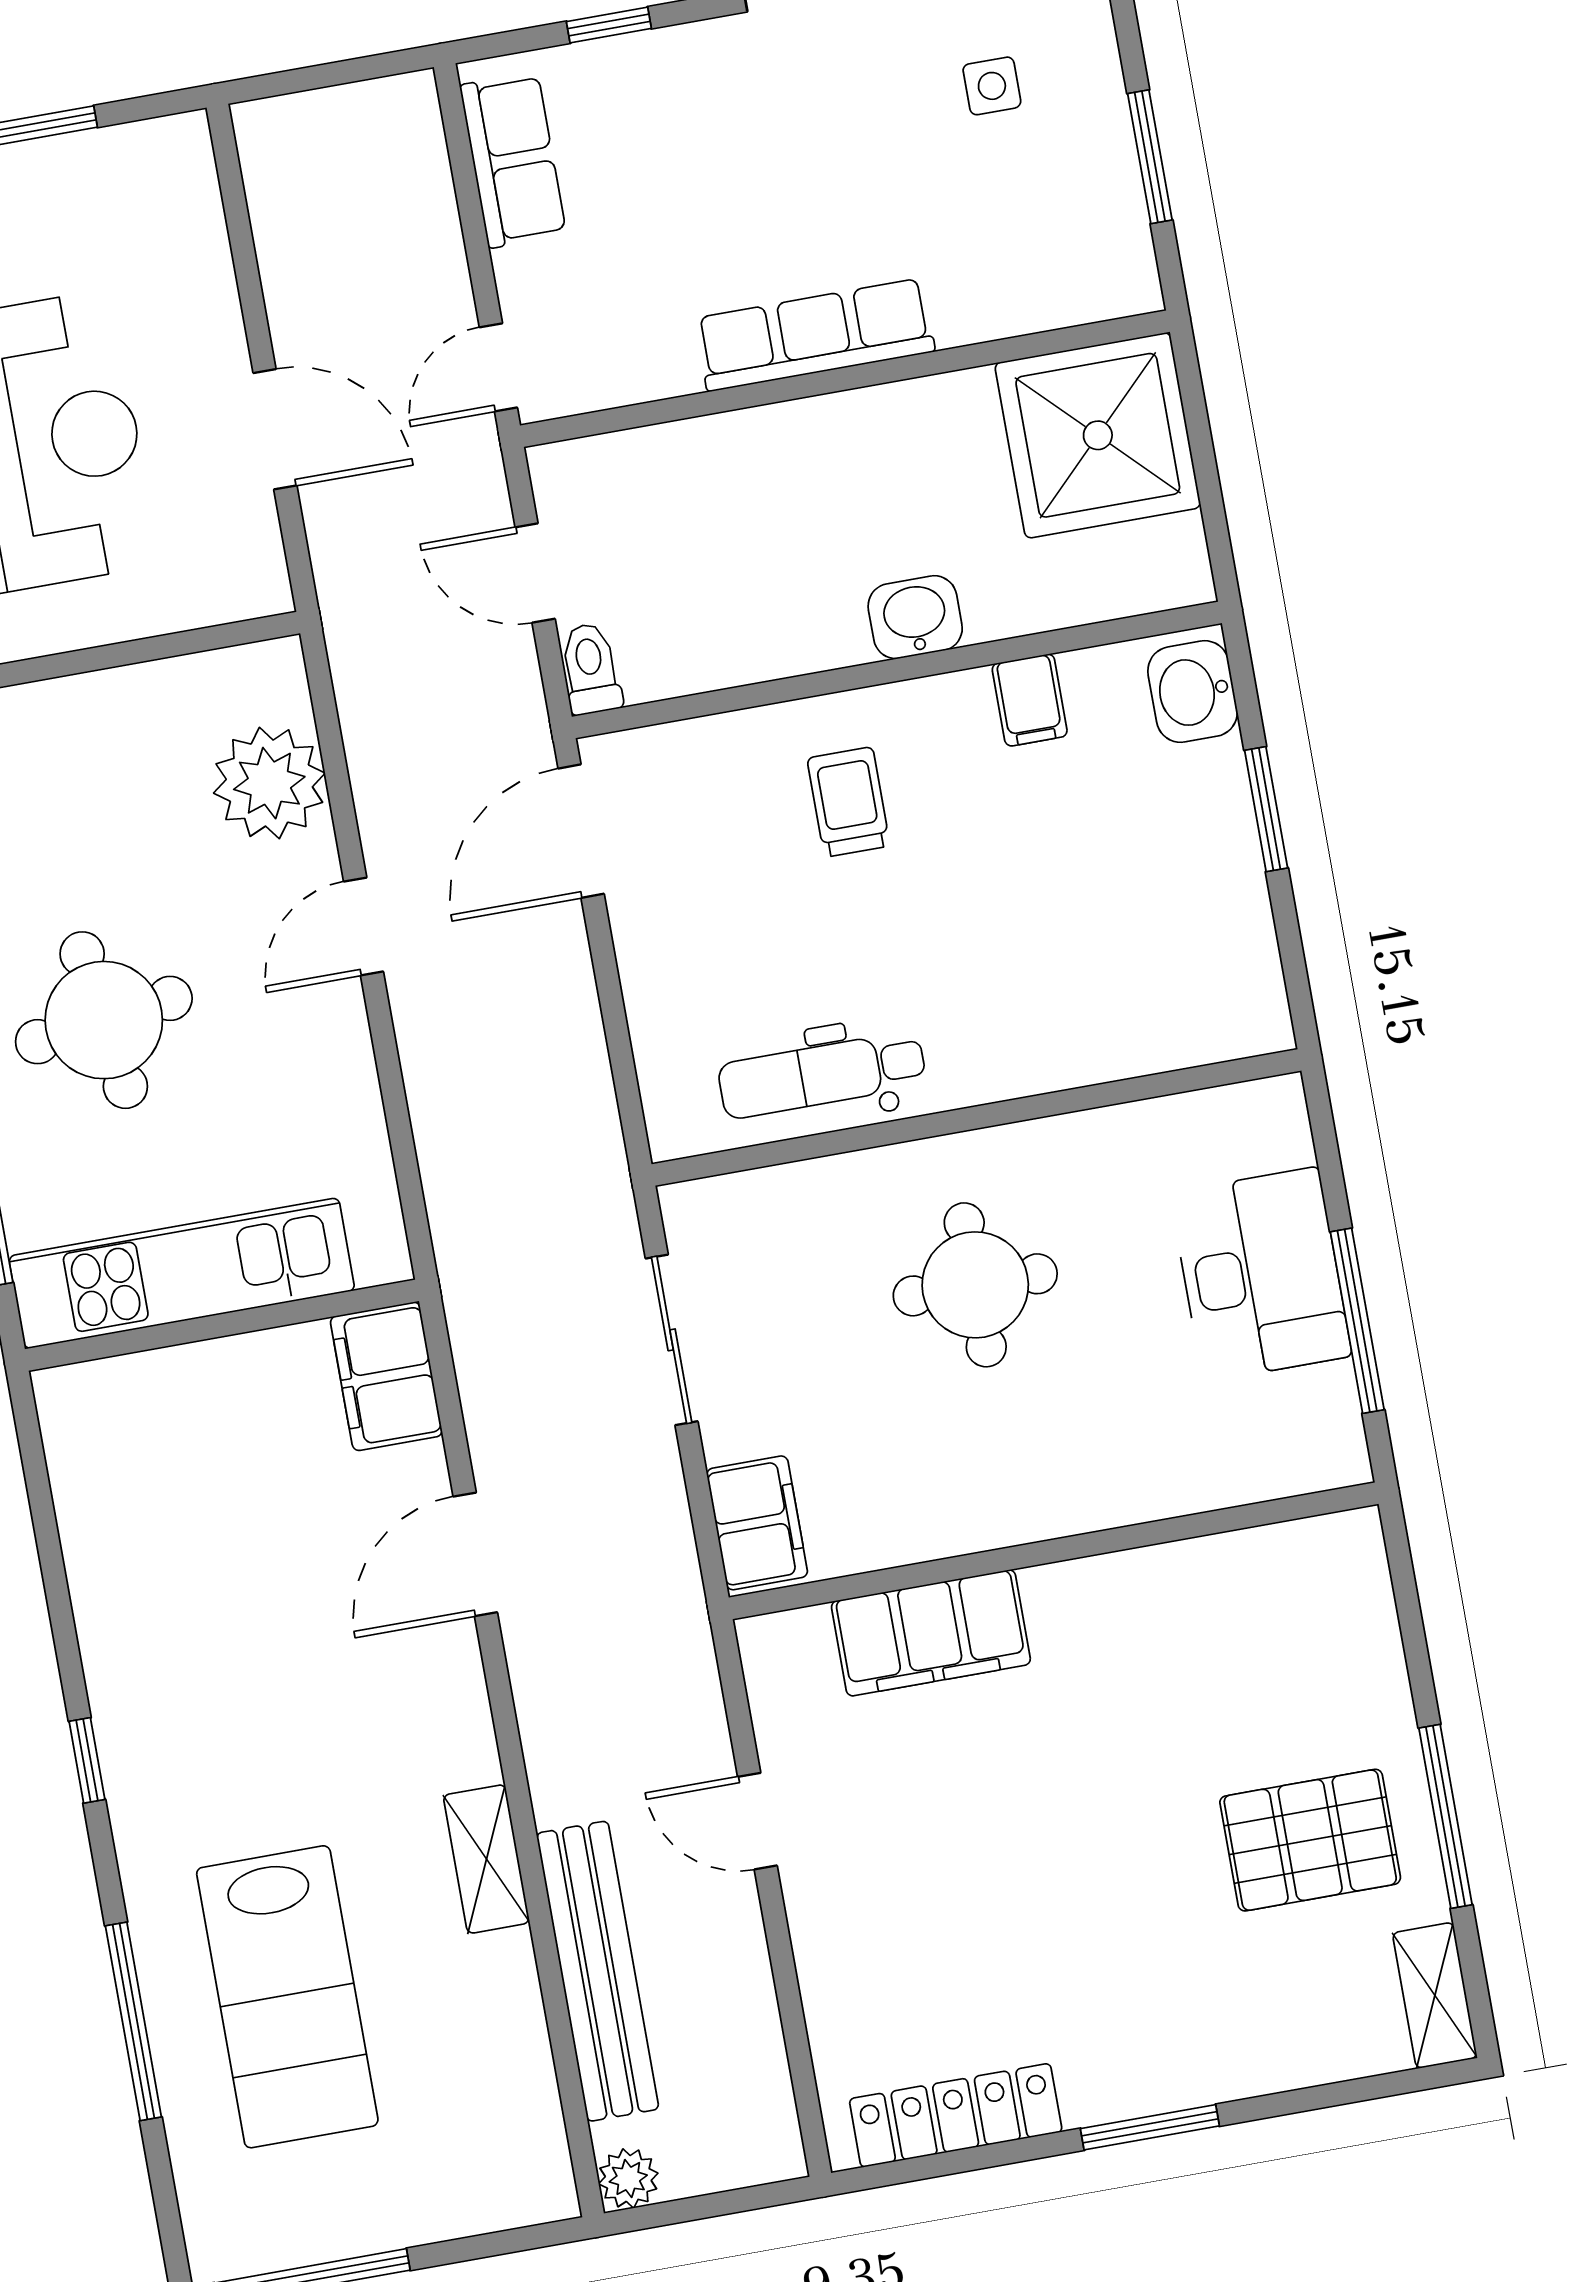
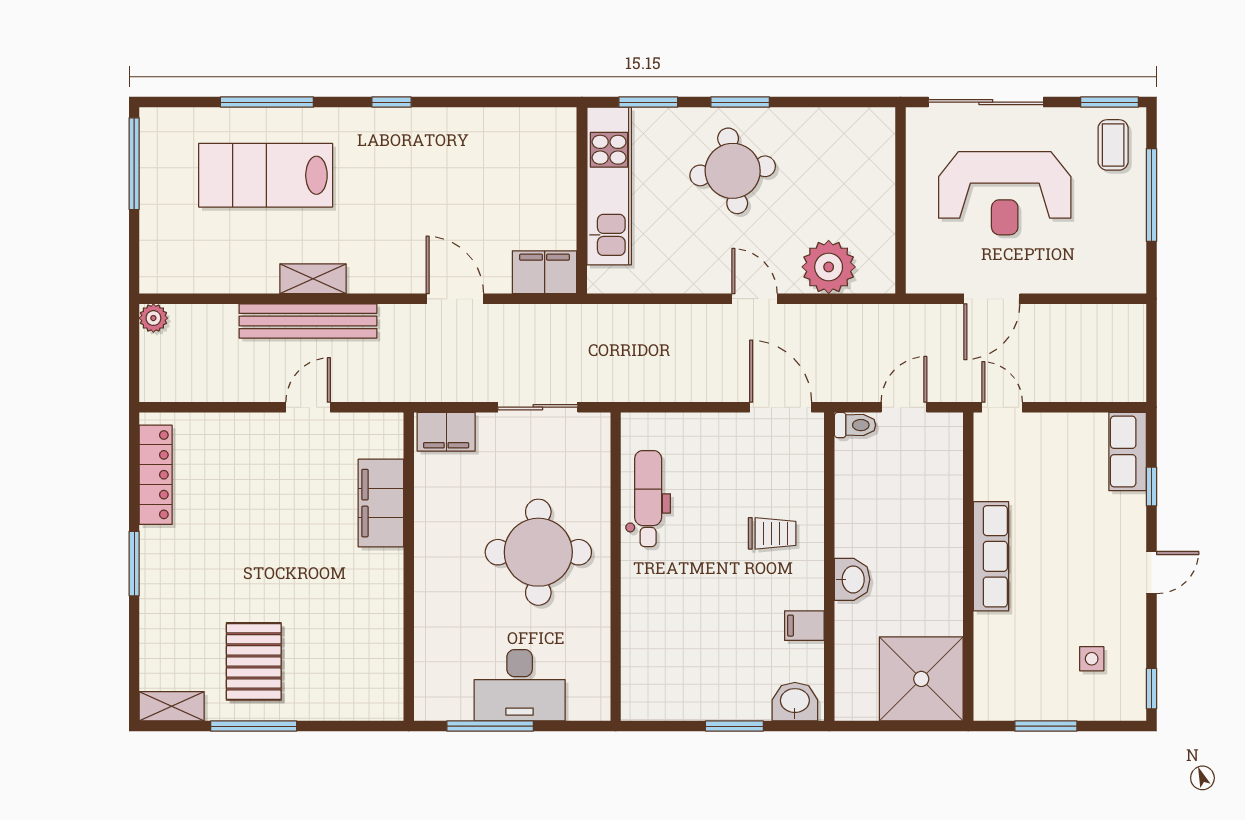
row of seats: (513, 160) -> (1128, 451), moved, turned 90
round table: (975, 1285) -> (538, 552), width x1.36, depth x1.36
bench: (598, 1971) -> (308, 321), moved

